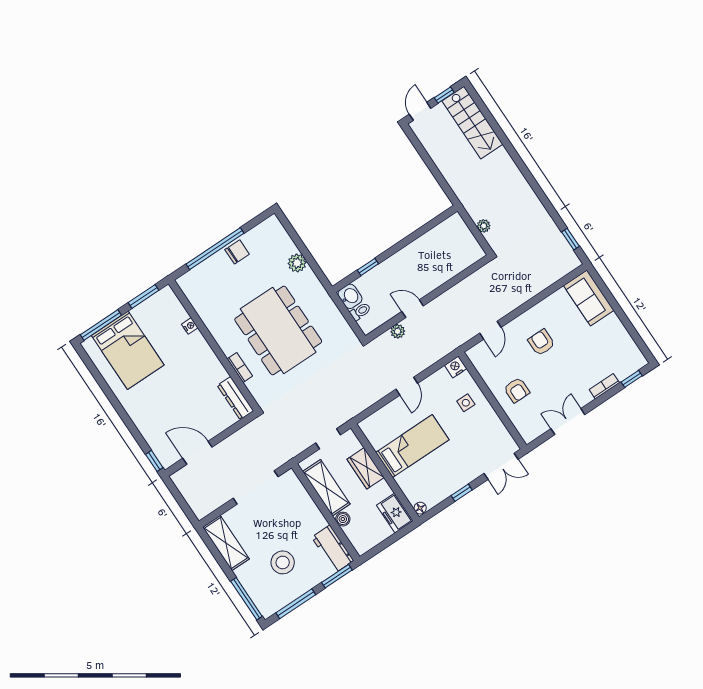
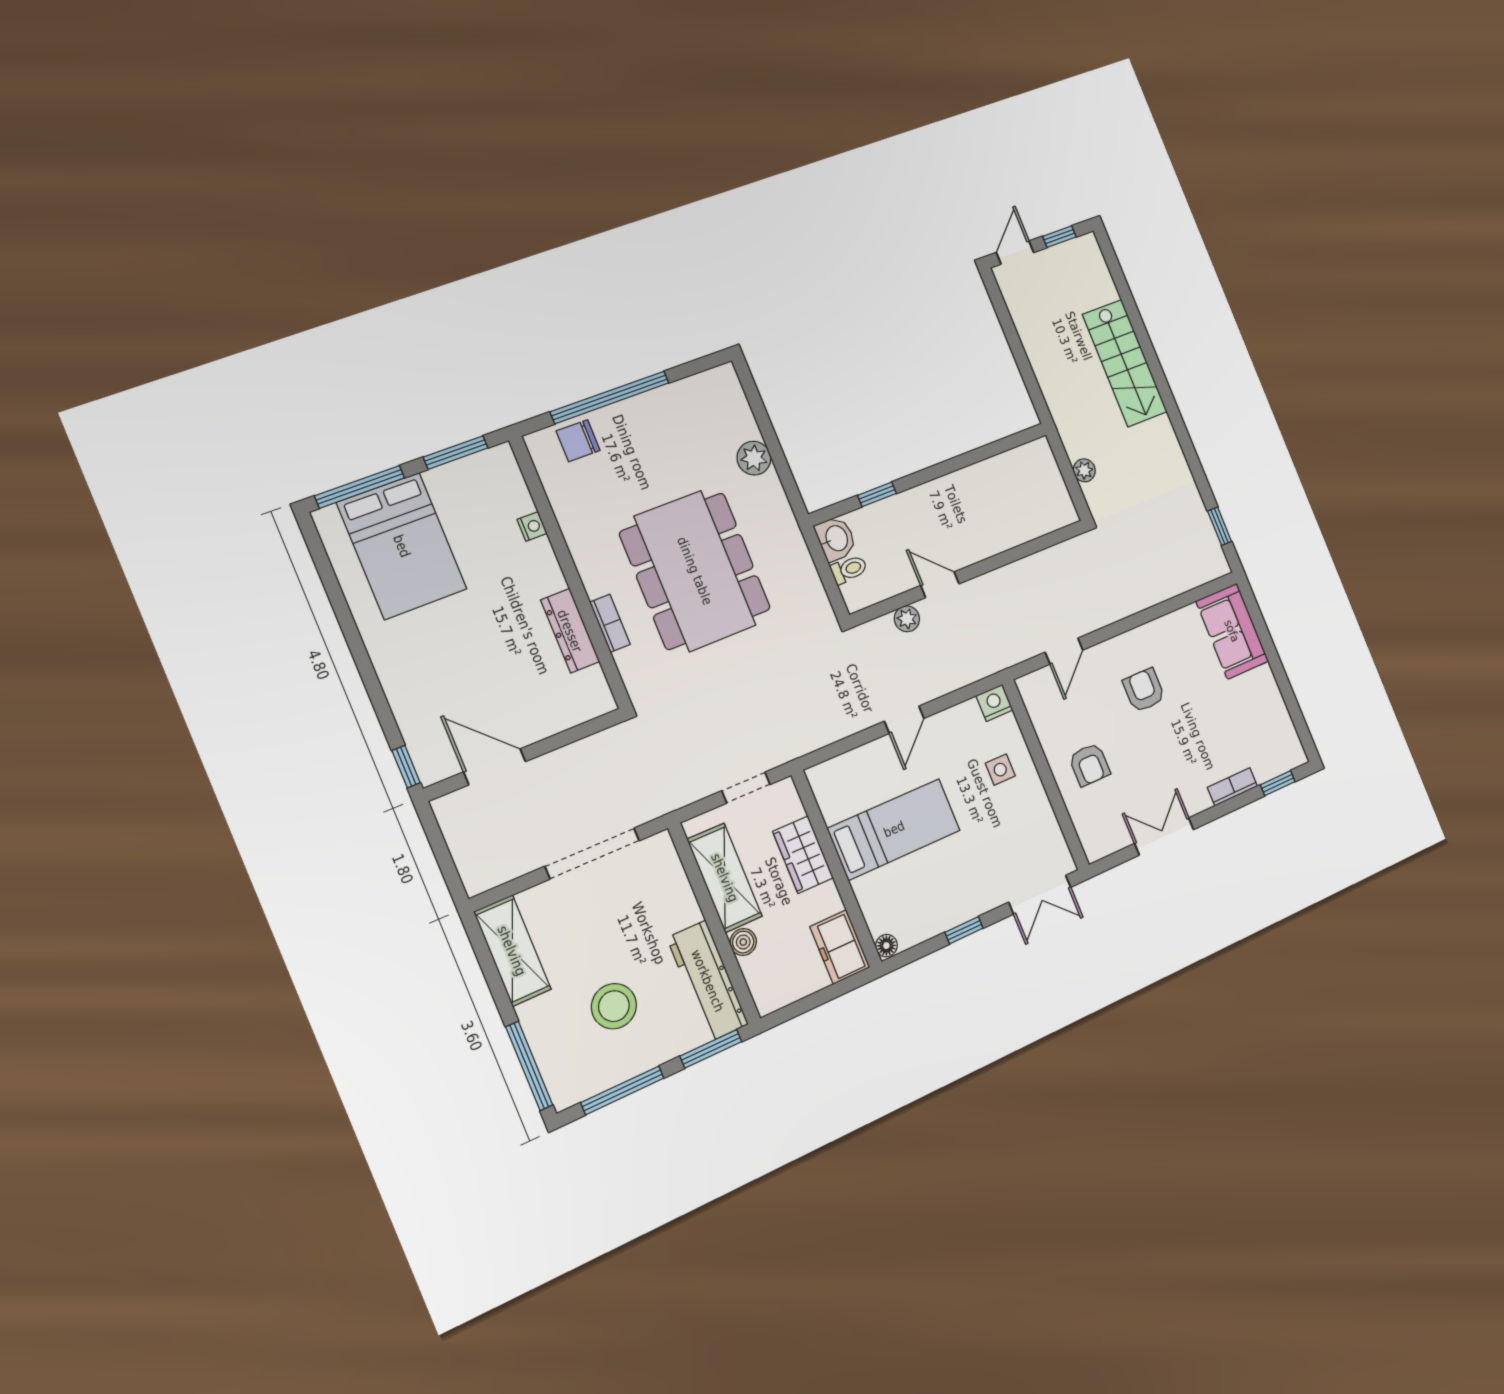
stairs: (472, 123) -> (1125, 363), moved
chair: (237, 252) -> (578, 441), moved, turned 180
dresser: (235, 398) -> (570, 631), moved
workbench: (333, 549) -> (708, 981), width x1.38

